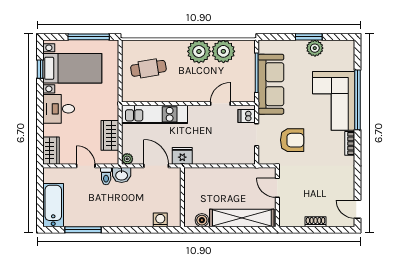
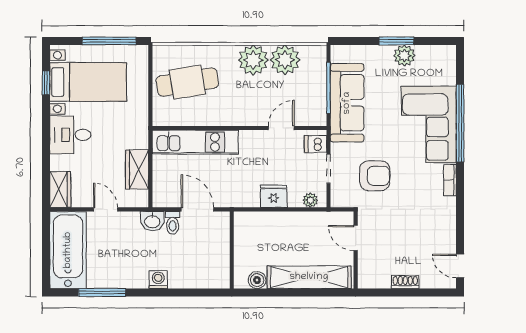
cafe table: (148, 68) -> (187, 82), width x1.37, depth x1.35
fridge: (182, 156) -> (274, 196), moved
plant: (127, 159) -> (310, 200), moved
toilet: (106, 176) -> (173, 223), moved
bathtub: (53, 205) -> (68, 250), width x1.36, depth x1.36
washing machine: (160, 220) -> (158, 280), moved

